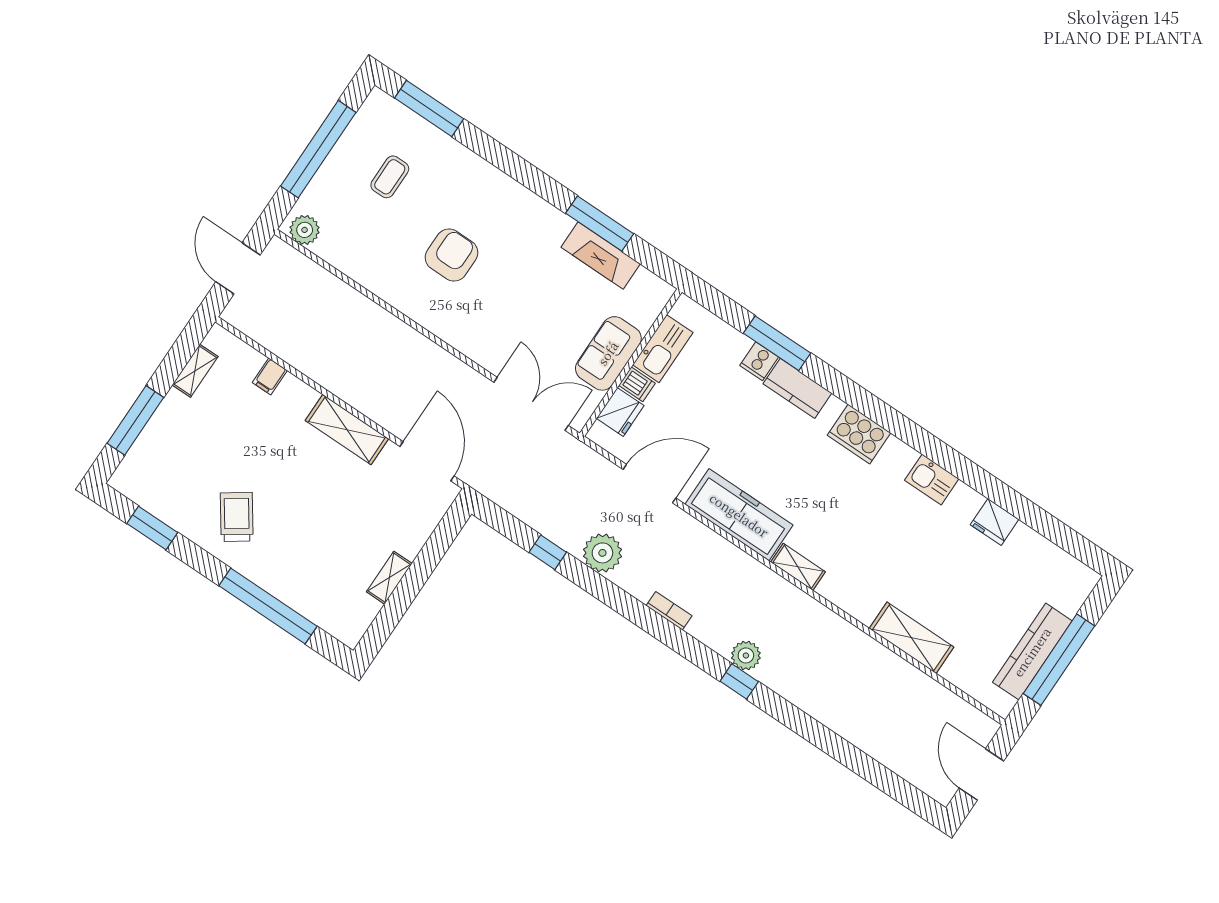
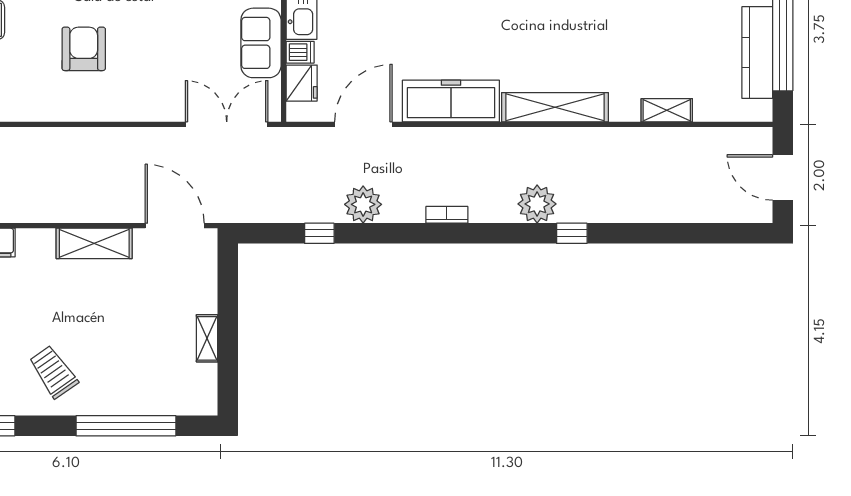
shelving: (798, 567) -> (555, 107), width x2.20, depth x1.33
shelving: (911, 638) -> (667, 110), width x0.67, depth x0.75
plant: (746, 655) -> (537, 204), width x1.36, depth x1.36
window: (739, 681) -> (572, 233), moved

